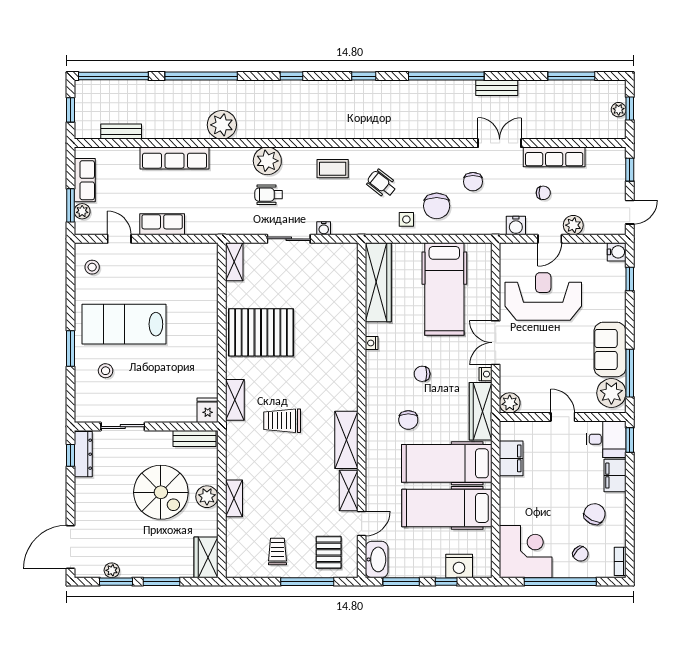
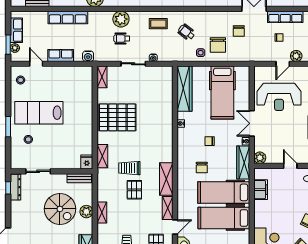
water cooler: (516, 226) -> (88, 56), moved
reception desk: (543, 296) -> (279, 97), turned 180
pallet: (291, 459) -> (134, 190), added

